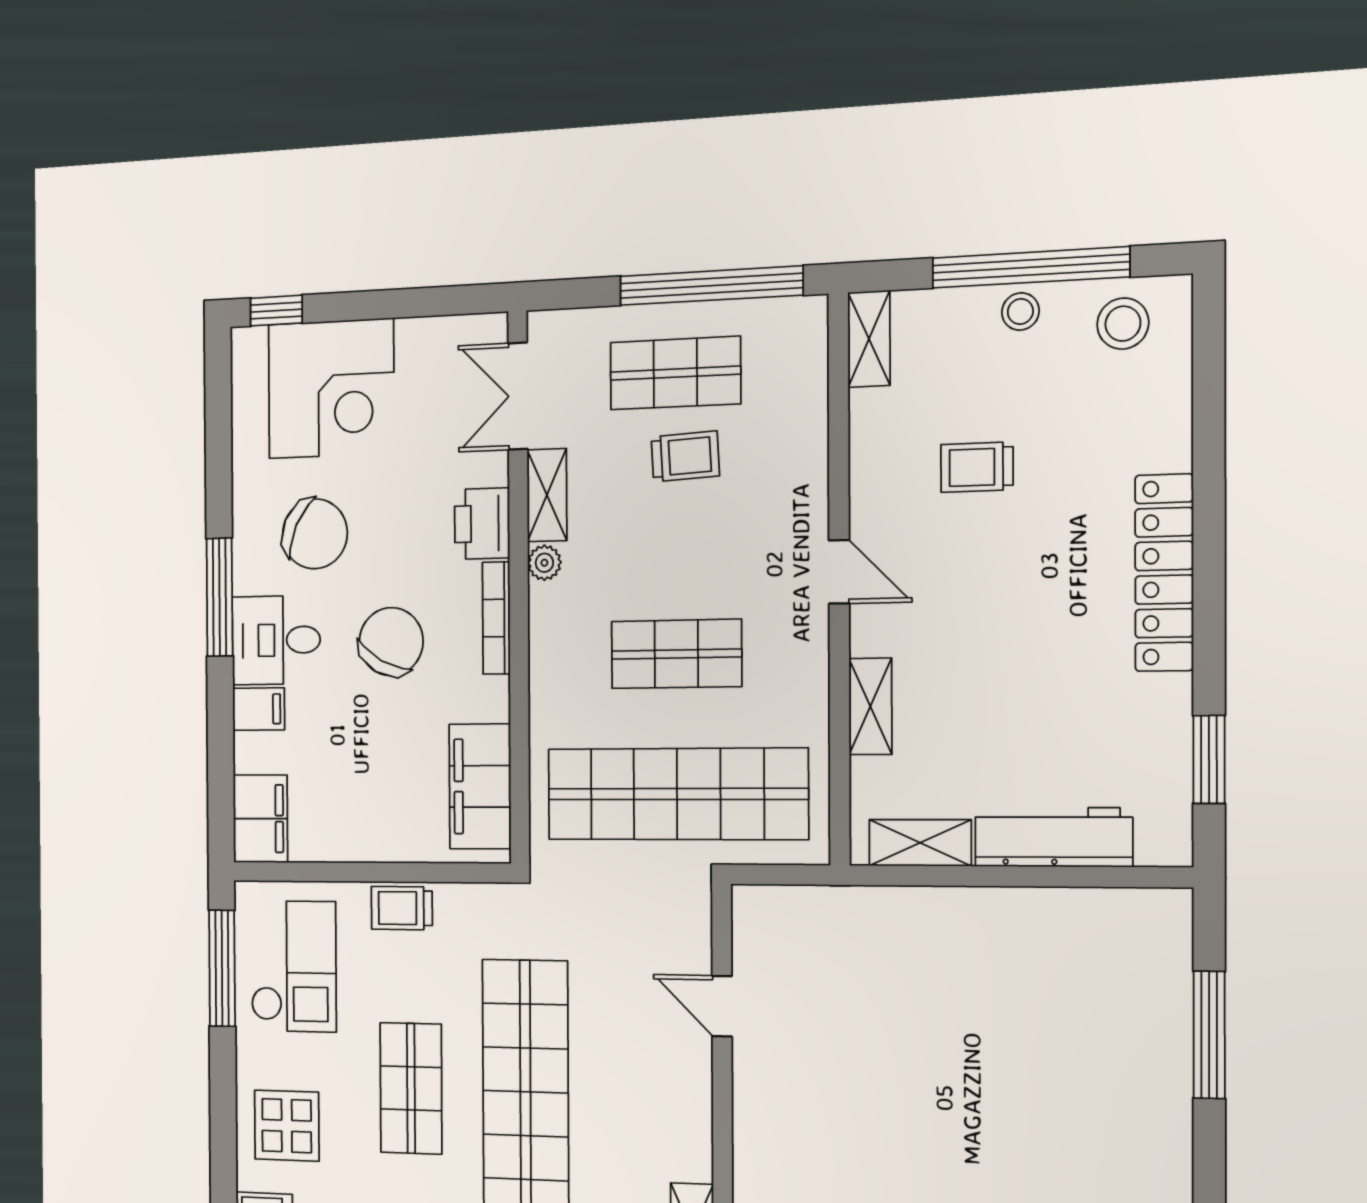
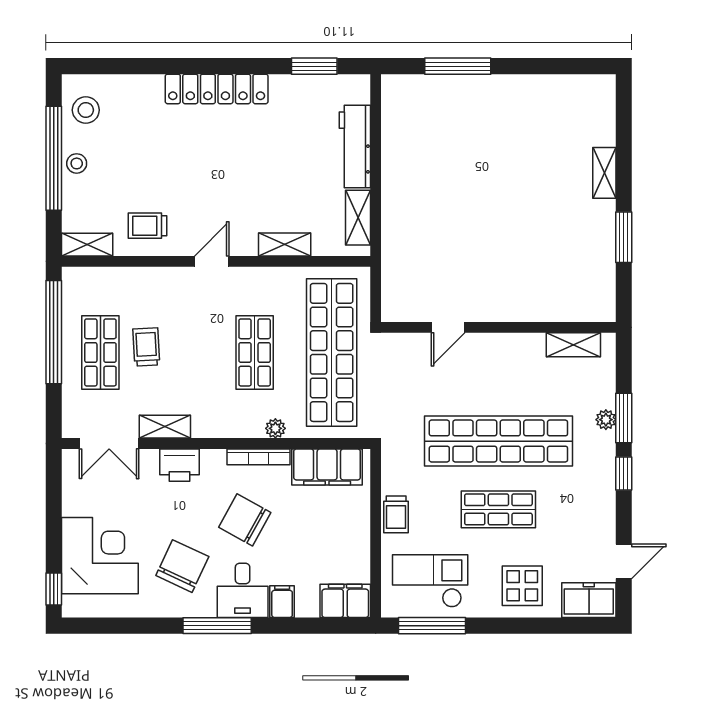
trolley: (977, 467) -> (147, 226), moved, turned 90
plant: (544, 563) -> (275, 428), moved
bookcase: (496, 618) -> (258, 457), moved

